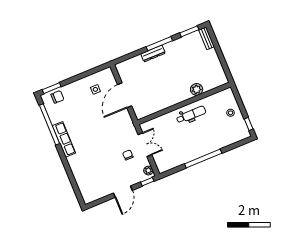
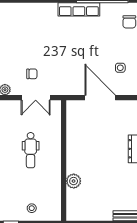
dental chair: (191, 115) -> (31, 150), moved

